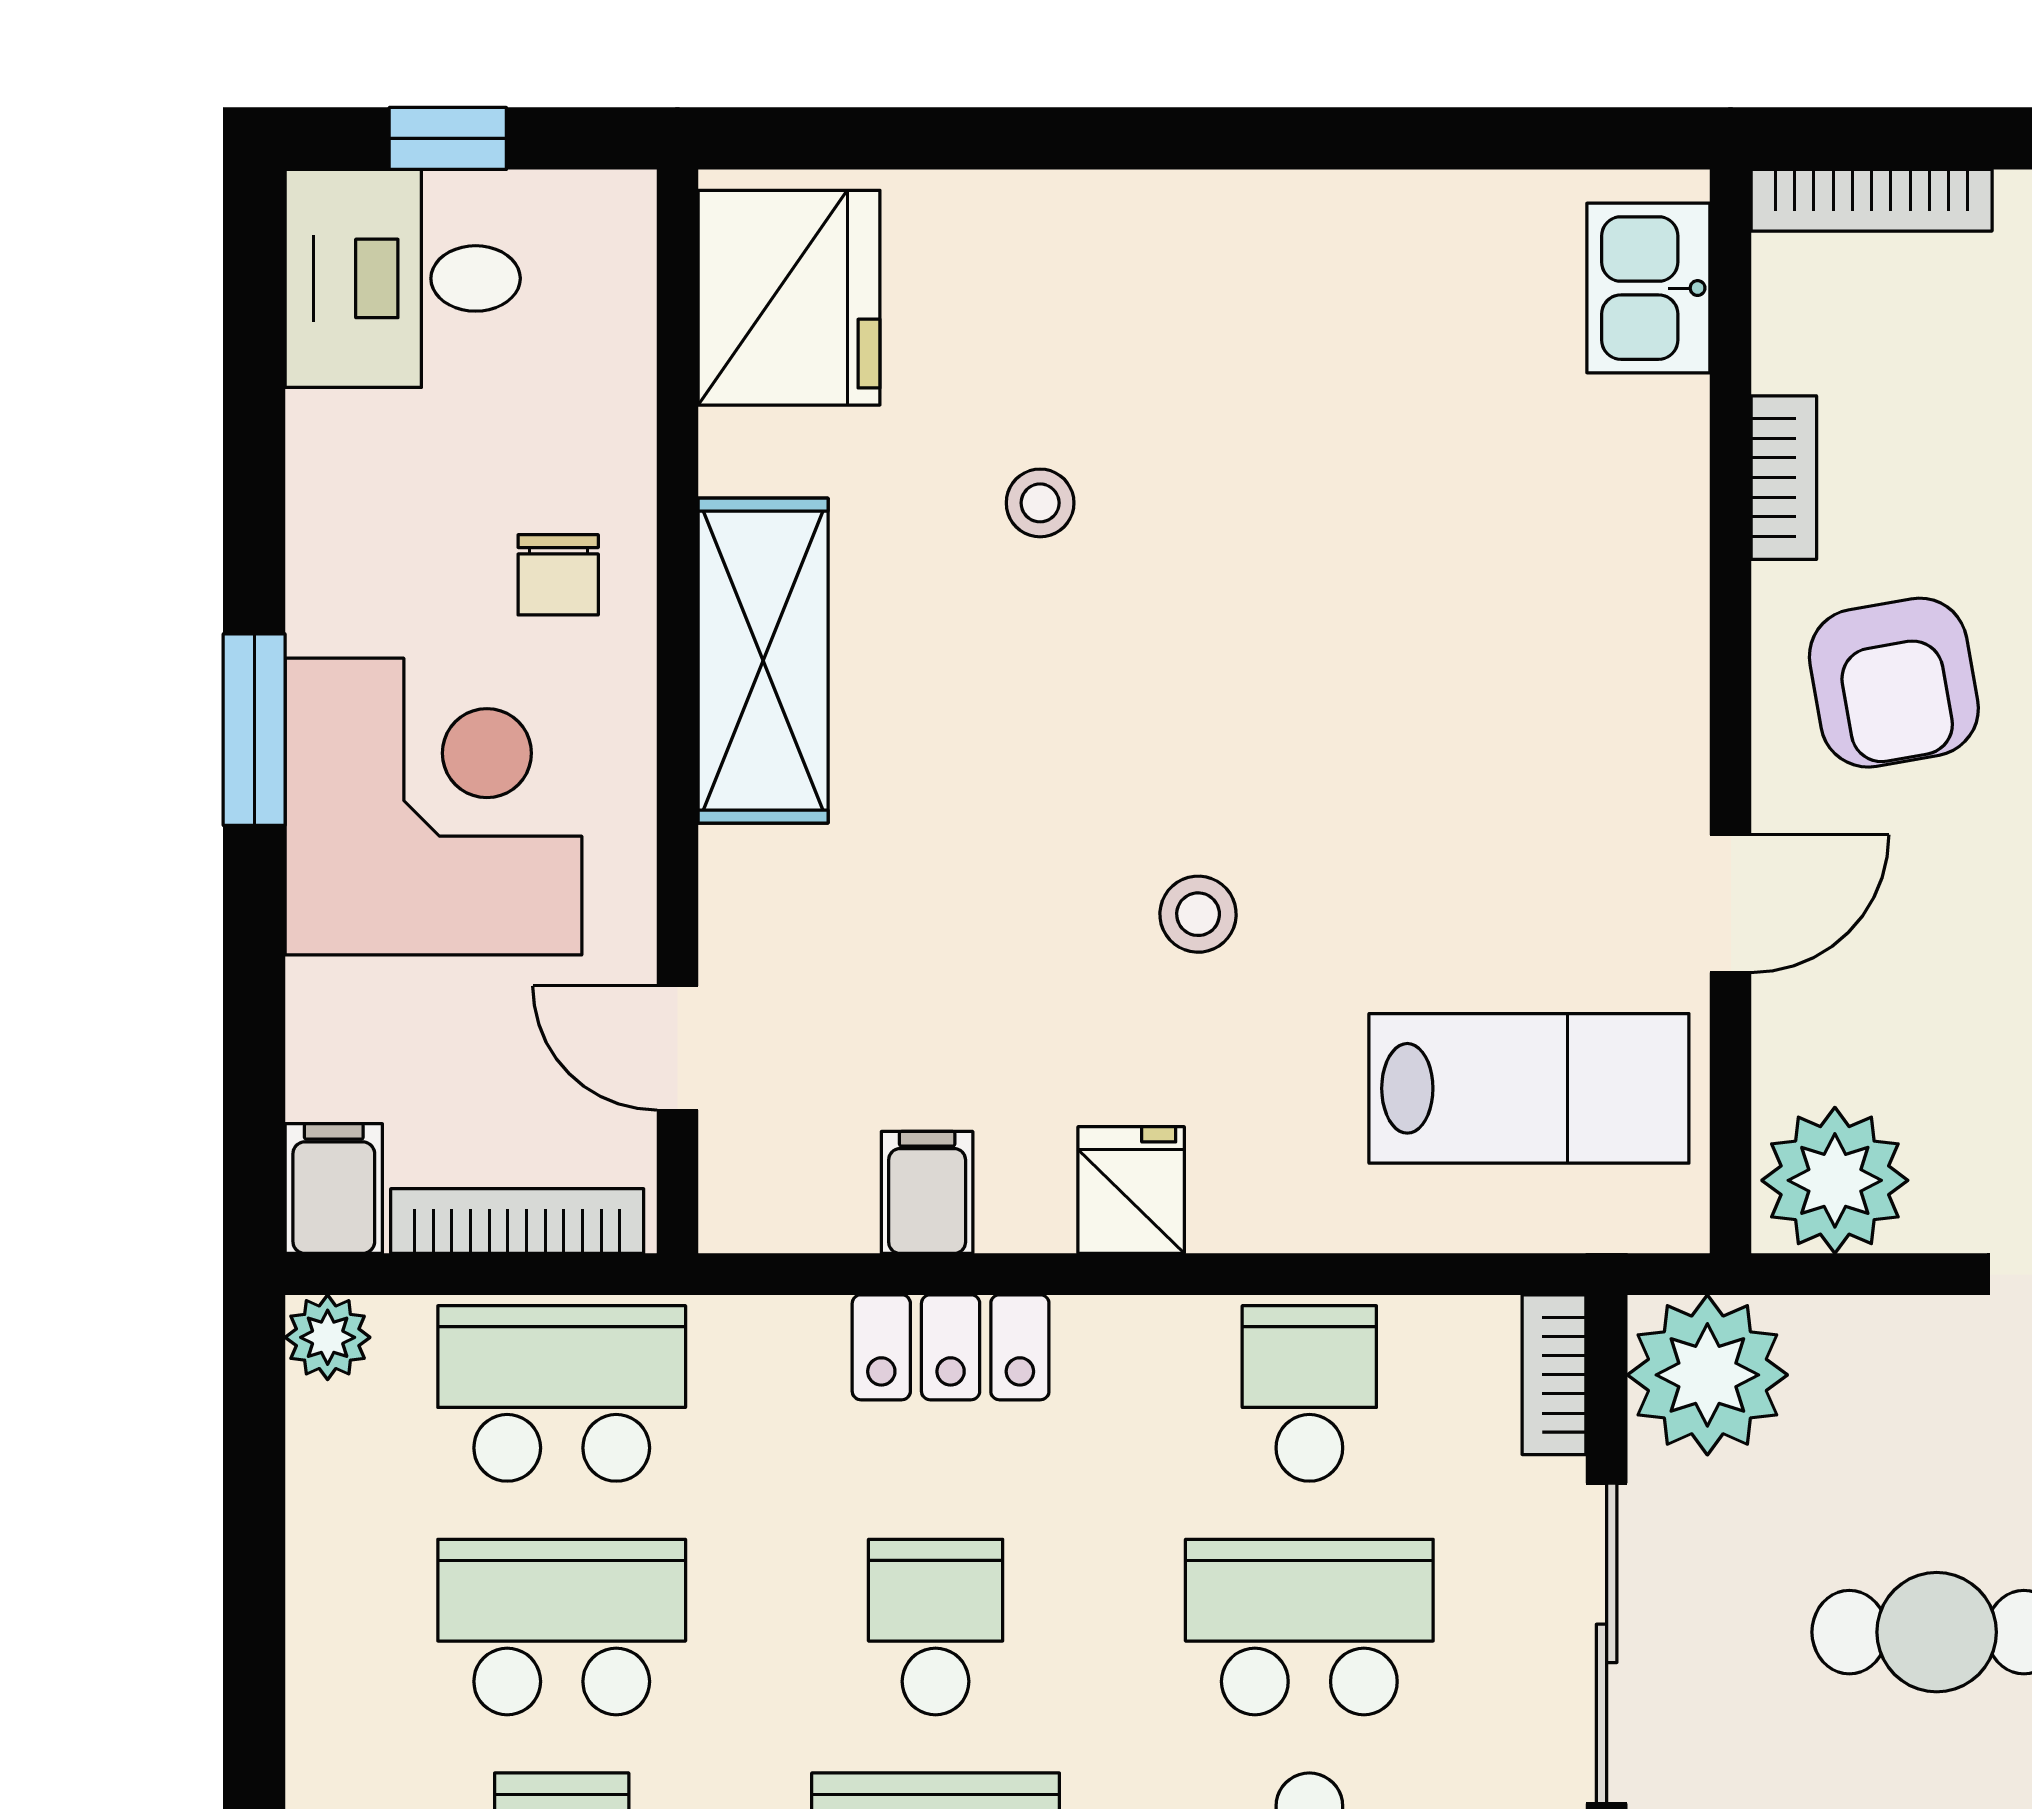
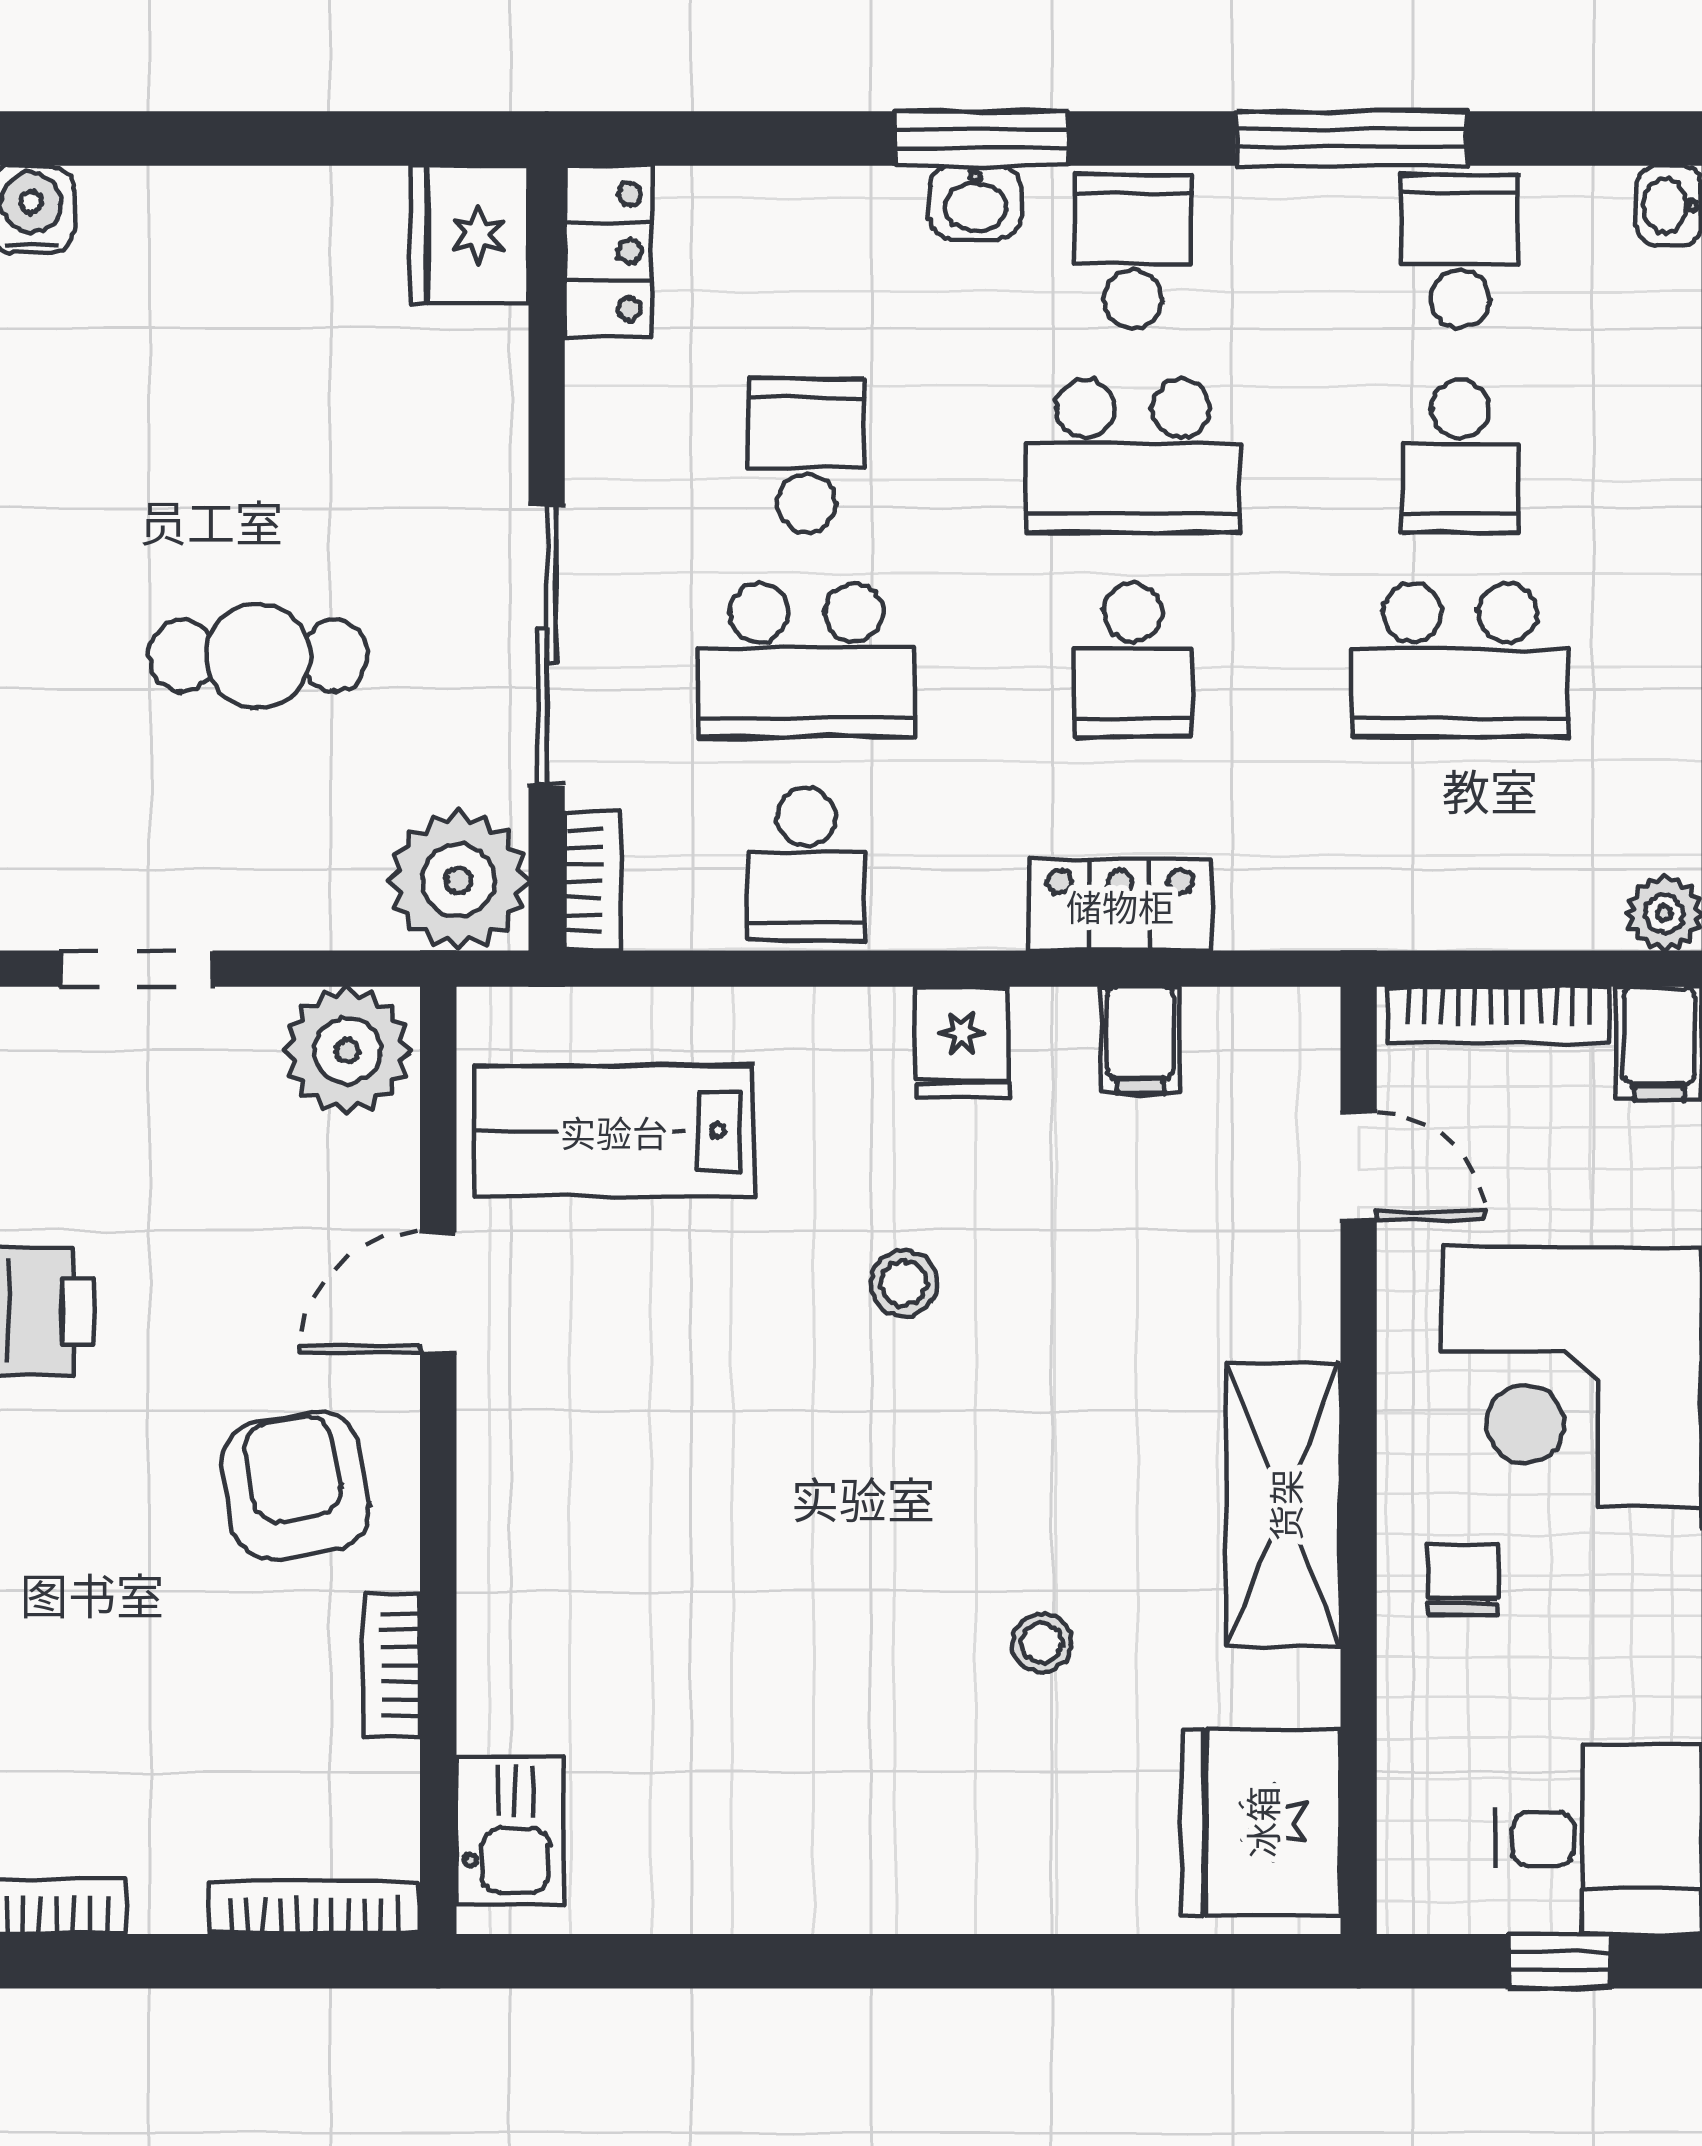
school desk: (562, 1393) -> (1460, 864), removed

